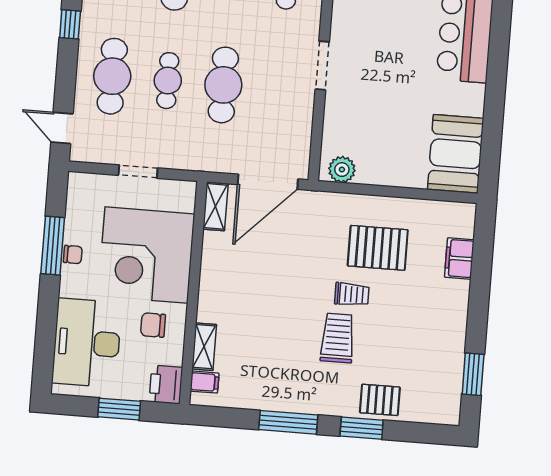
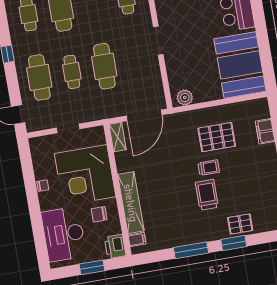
booth: (456, 154) -> (240, 65), width x1.36, depth x1.42
window: (53, 246) -> (30, 183), removed
shelving: (204, 347) -> (131, 203), width x2.20, depth x1.33

